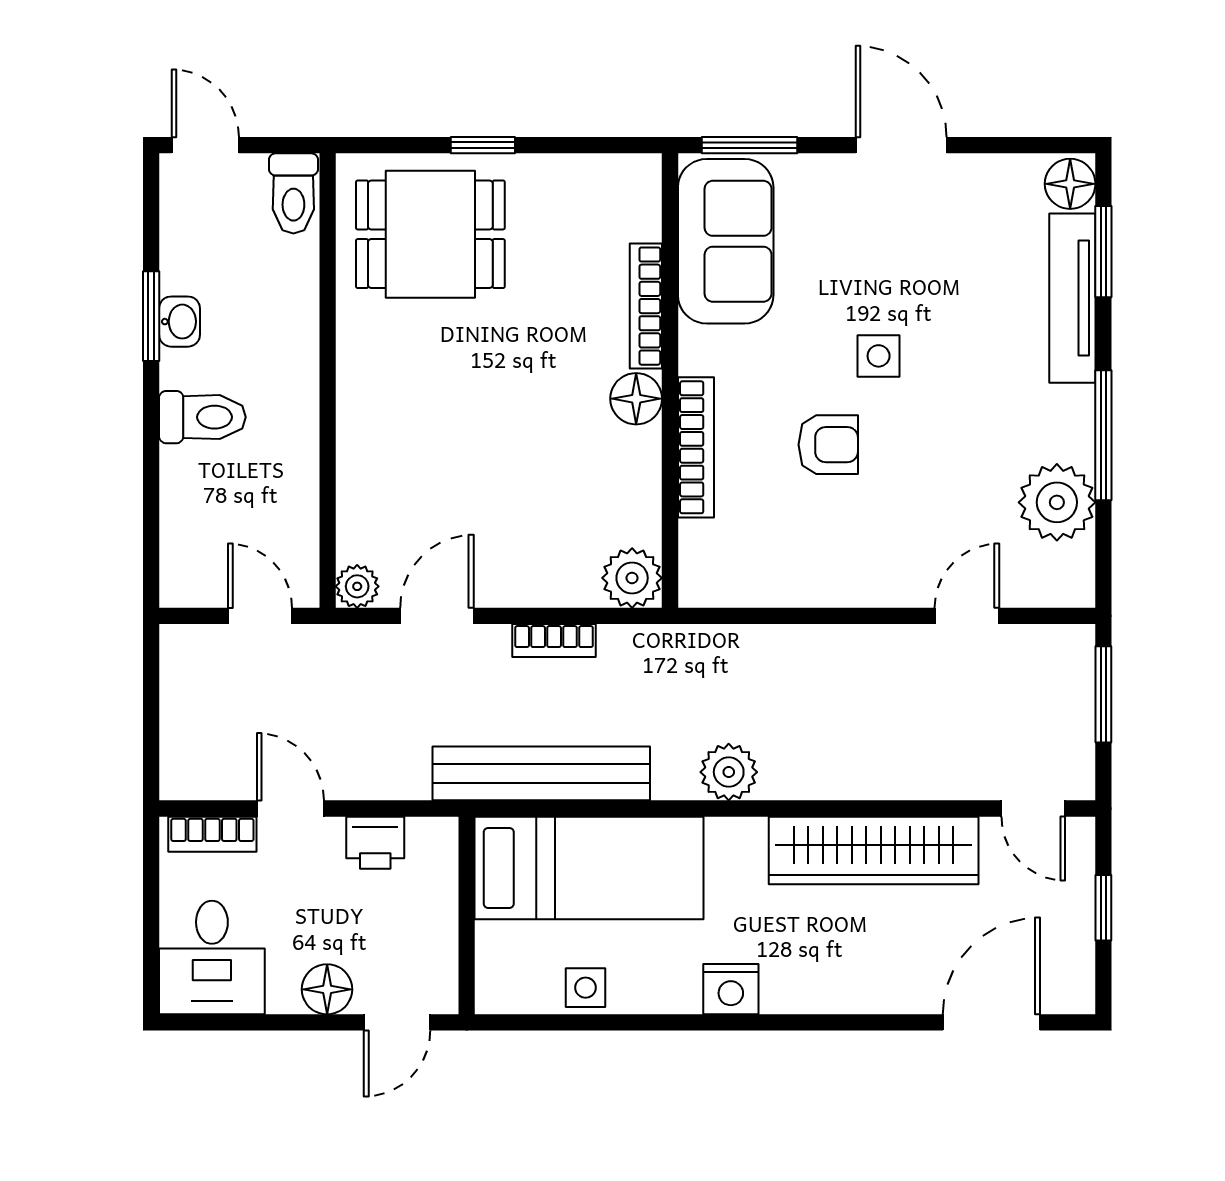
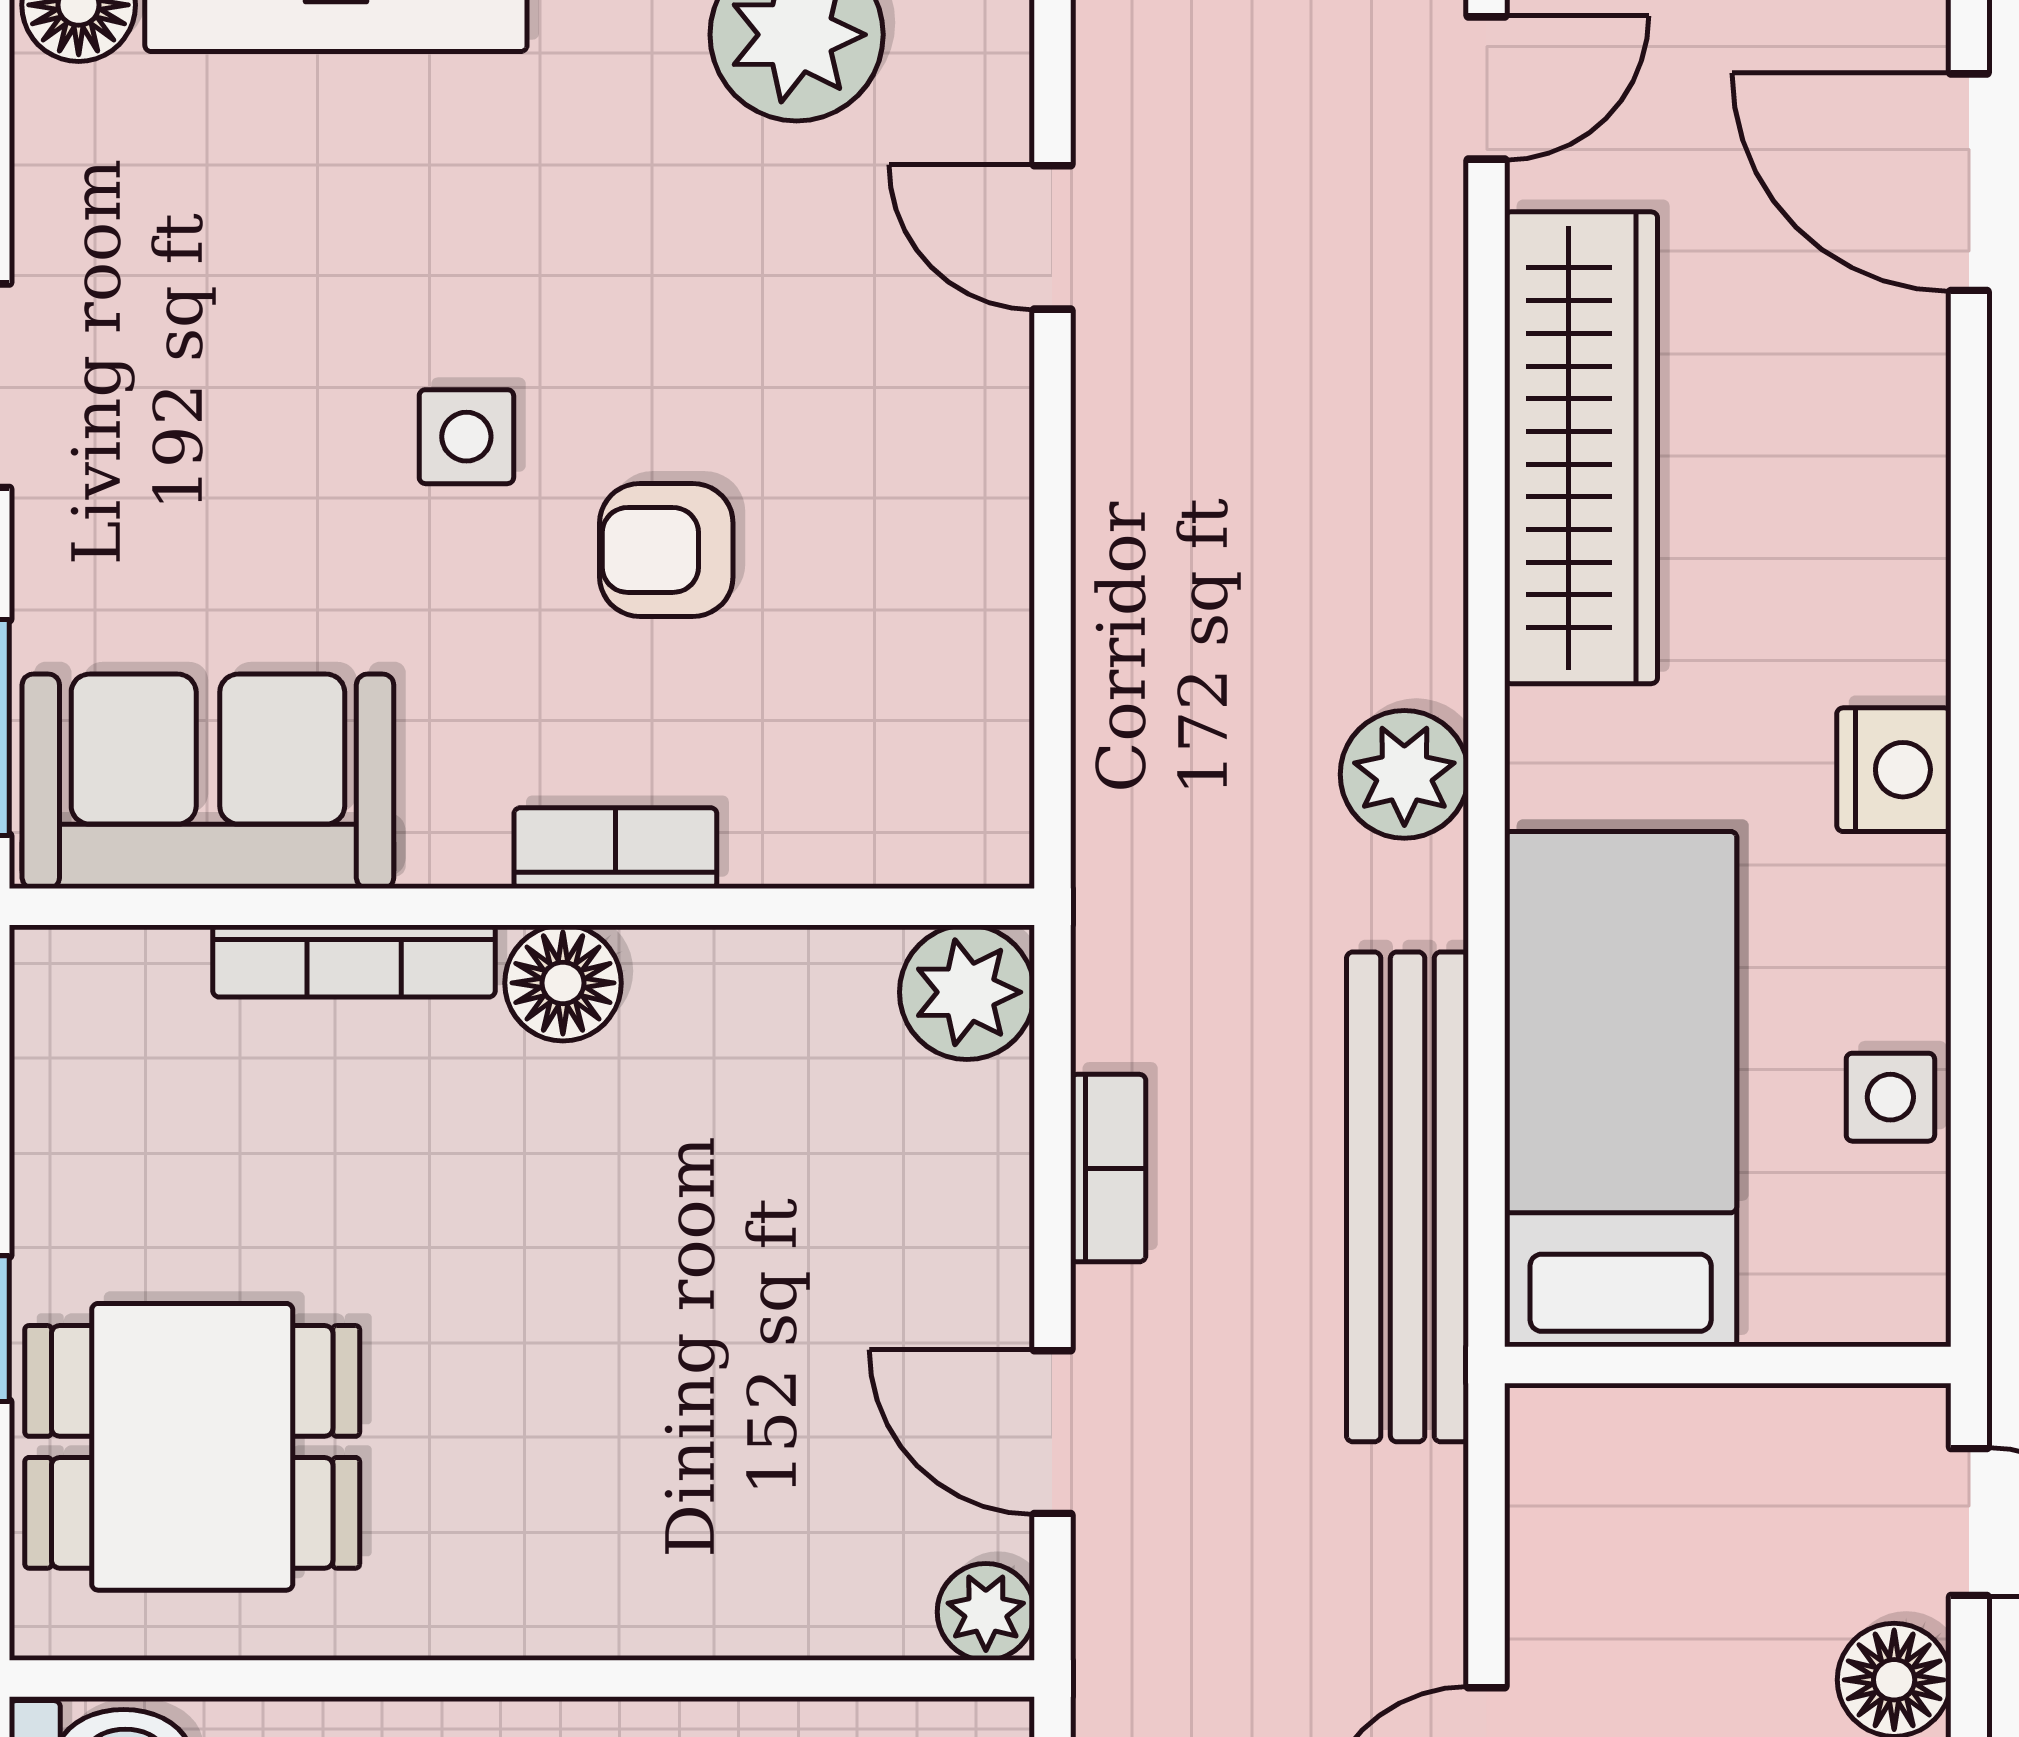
dining table: (430, 234) -> (192, 1447), turned 90
armchair: (828, 445) -> (666, 550), turned -90
bookcase: (696, 447) -> (615, 848), width x0.64
printer: (375, 843) -> (1564, 1571), removed

